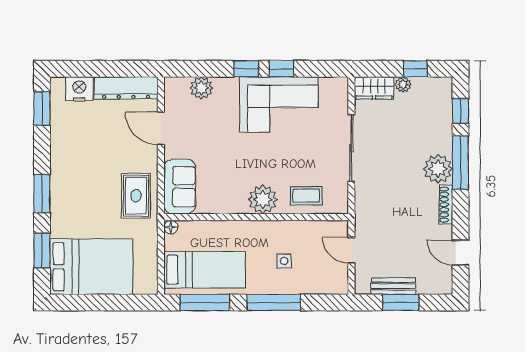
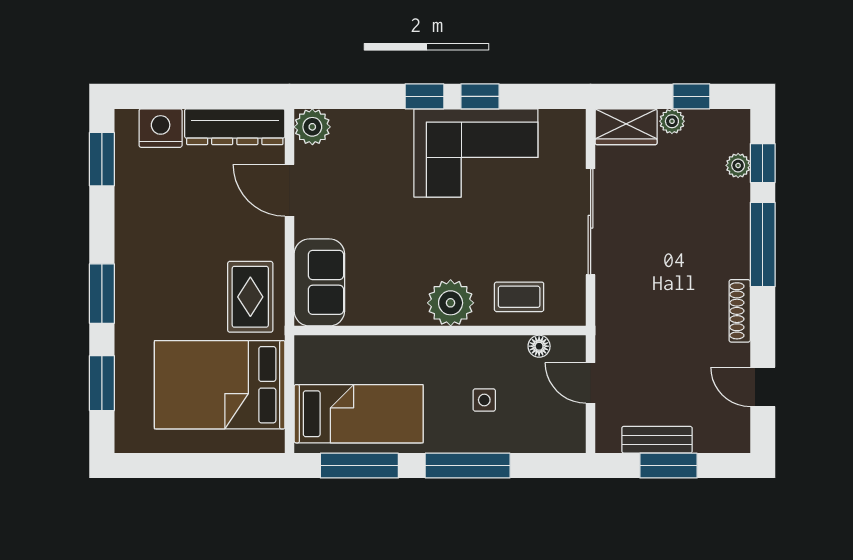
plant: (201, 88) -> (312, 127), moved
plant: (438, 169) -> (738, 165), moved, width x0.53, depth x0.53
floor lamp: (171, 227) -> (539, 346), moved
bed: (91, 267) -> (220, 385), moved, turned 180

